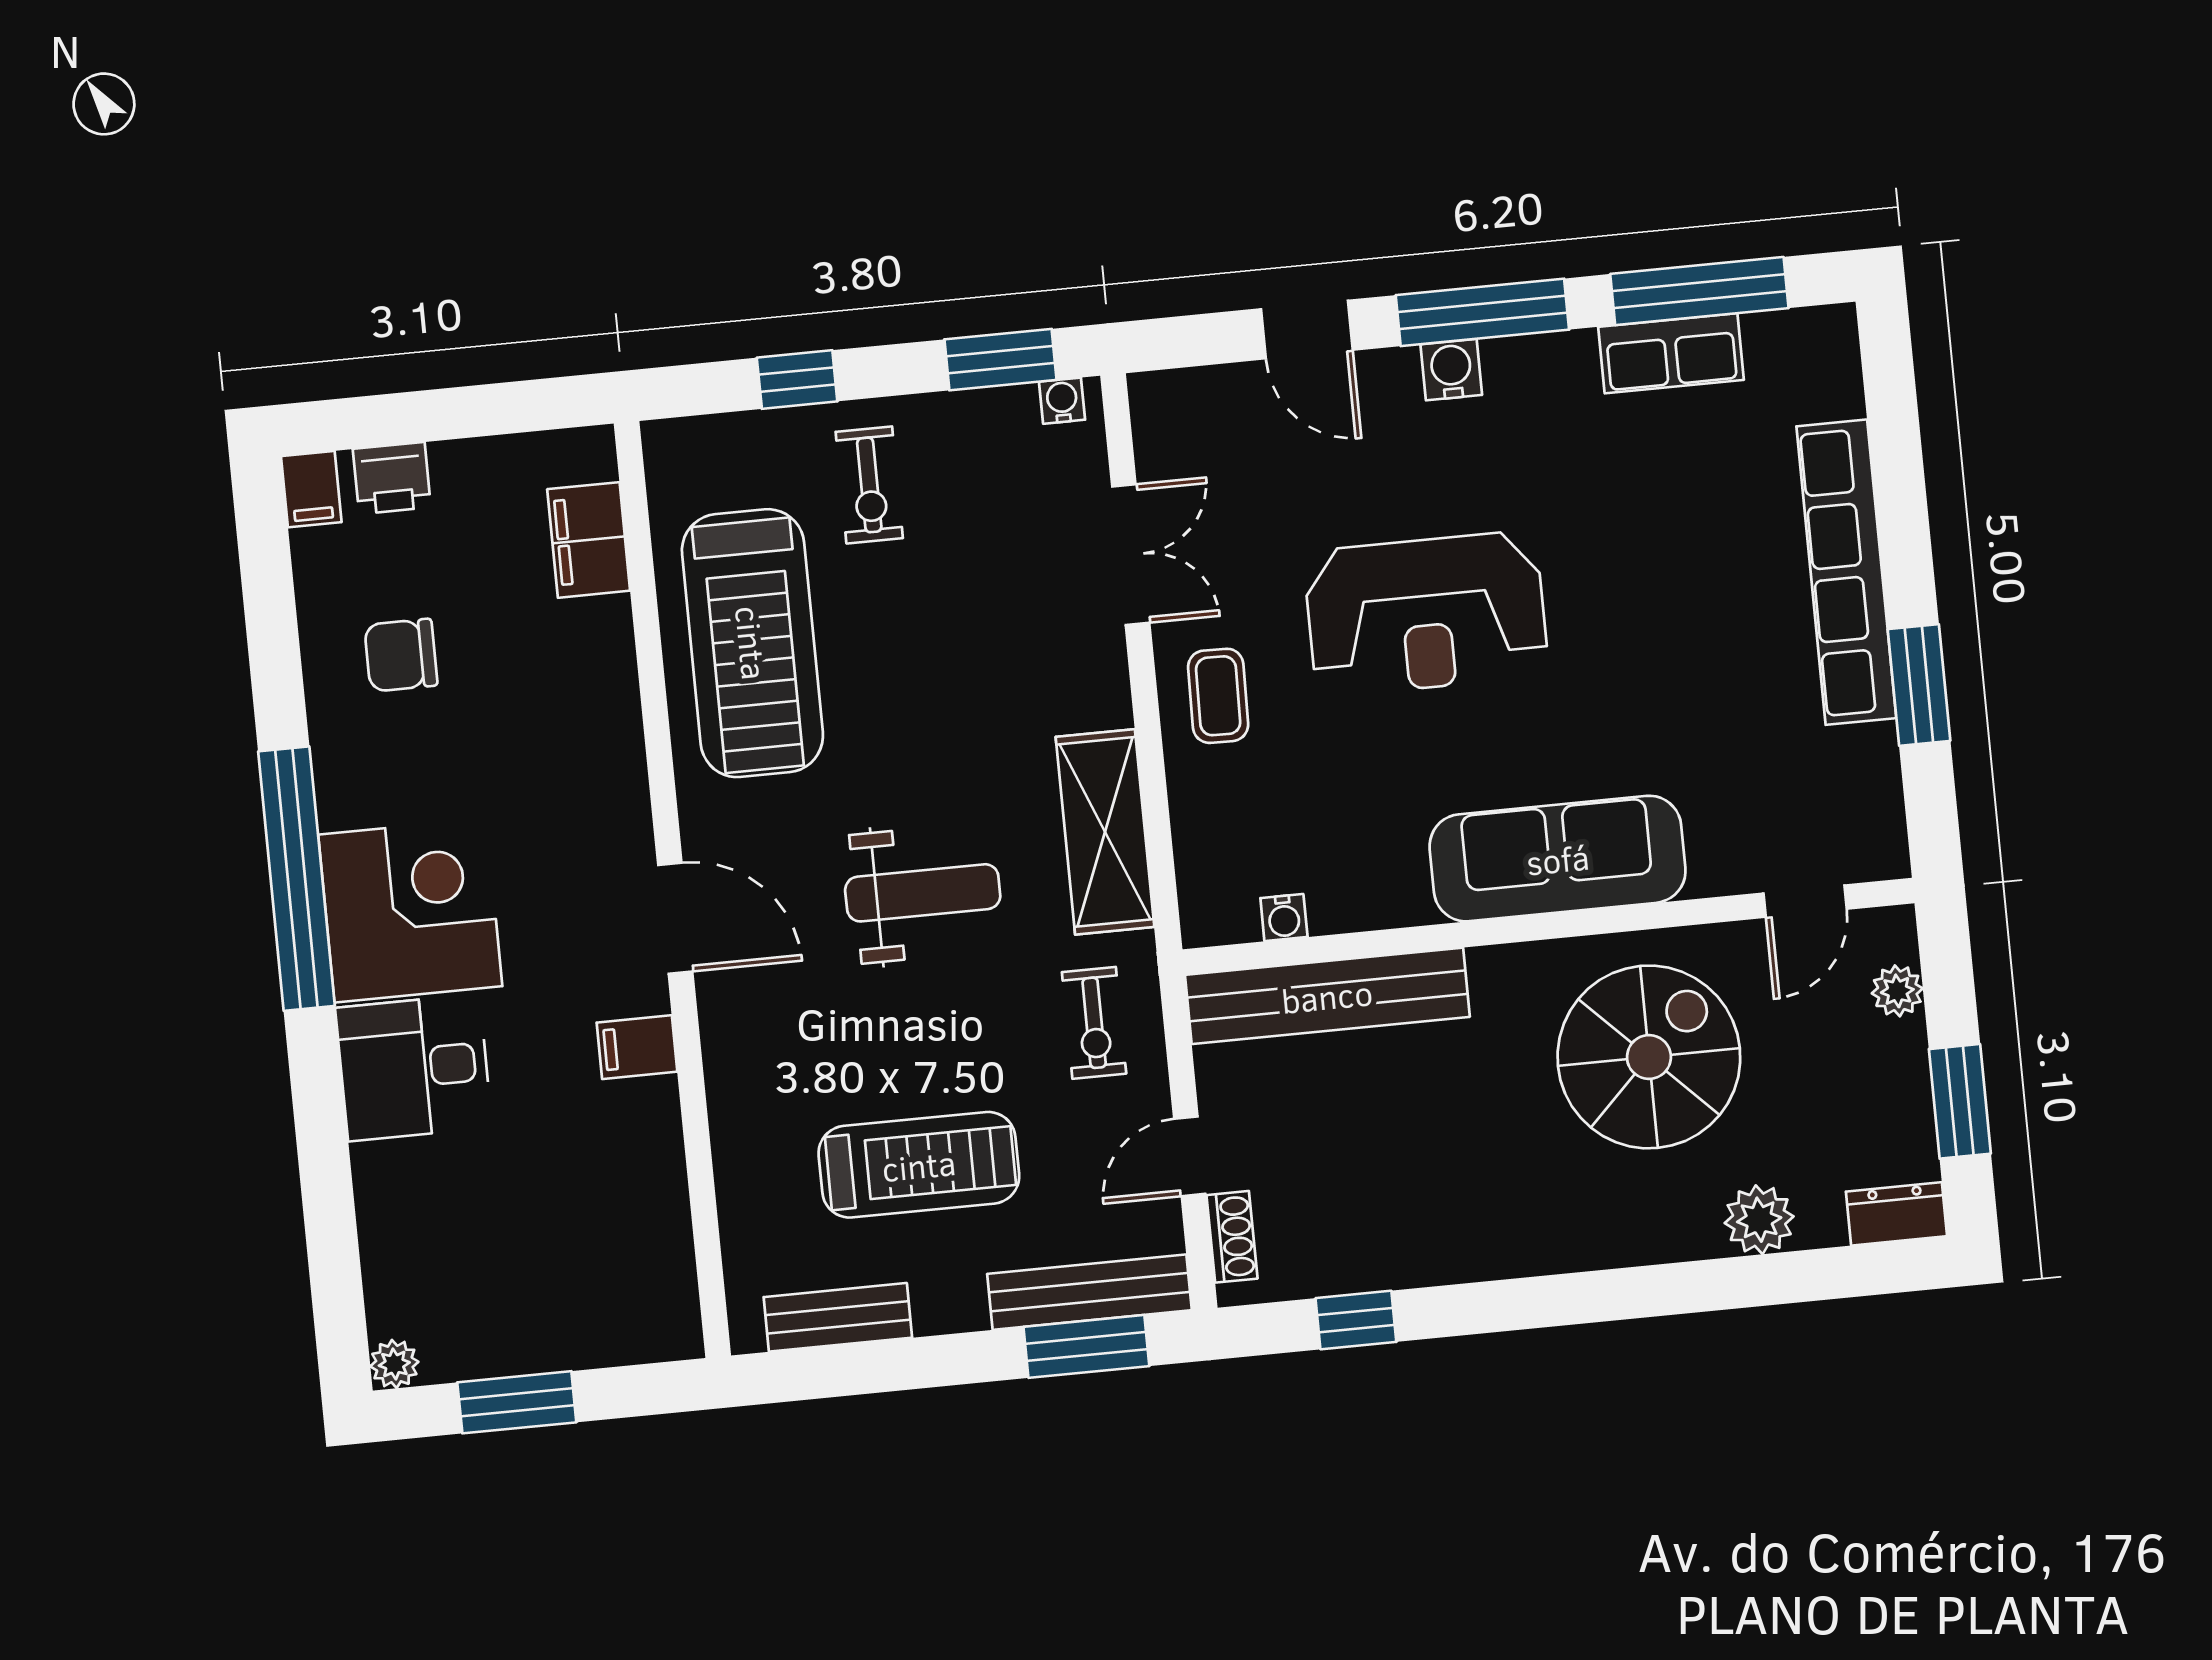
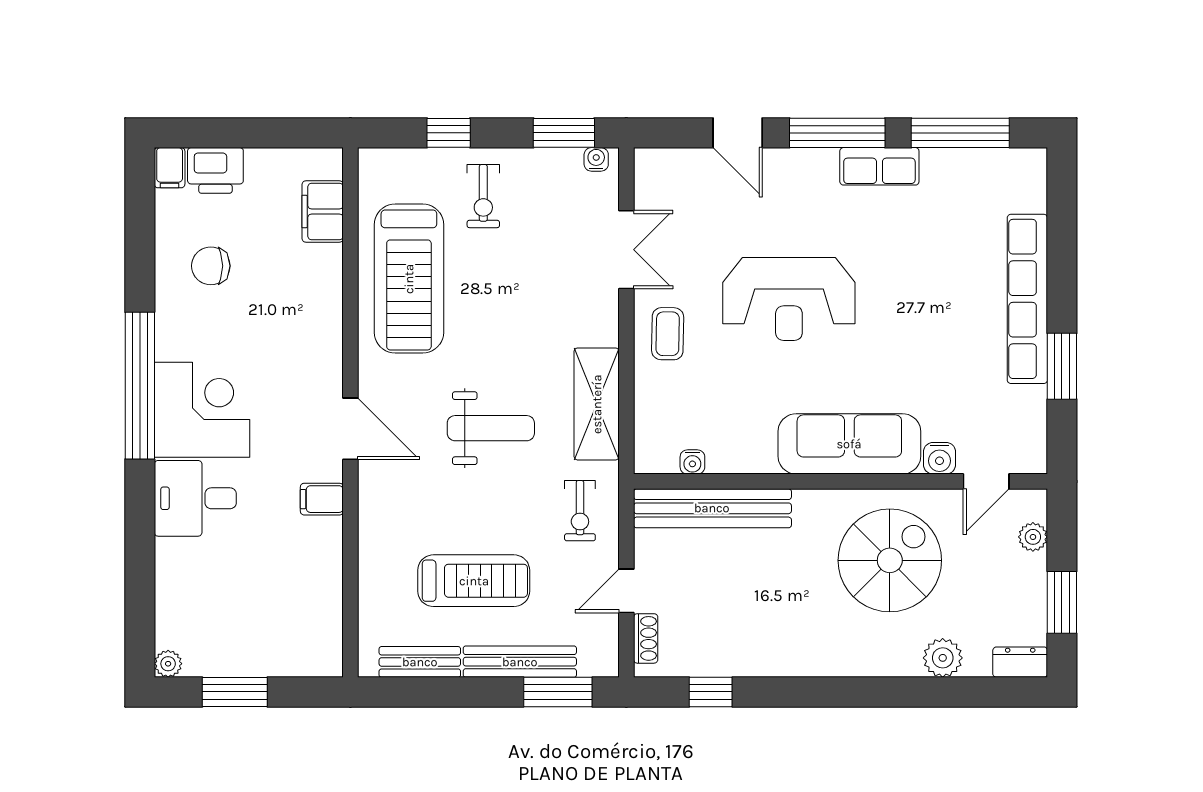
row of seats: (1671, 353) -> (879, 166), moved
water cooler: (1451, 370) -> (940, 458), moved, turned 180
printer: (392, 478) -> (215, 170), width x1.36, depth x1.24
bench: (1089, 1292) -> (520, 662), moved

